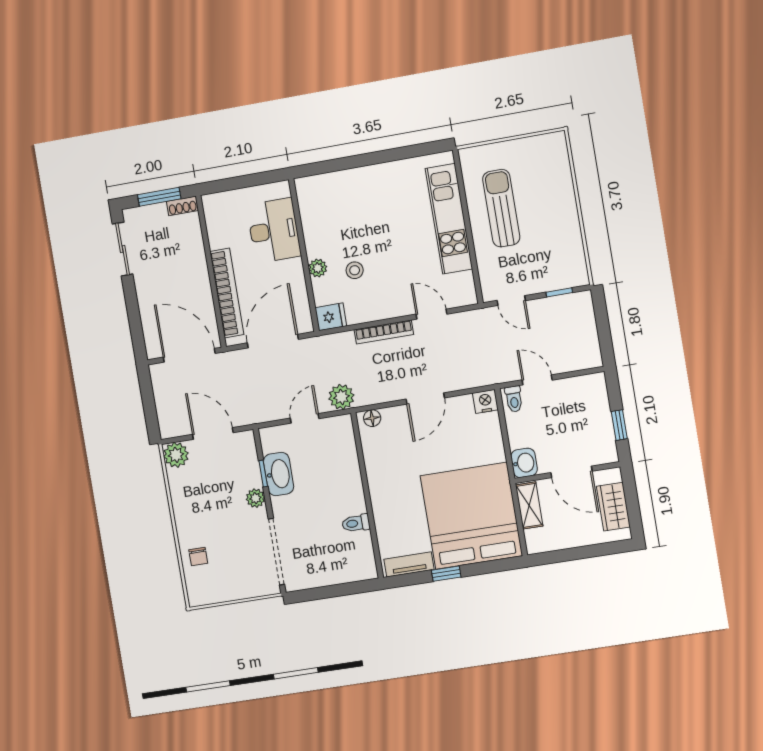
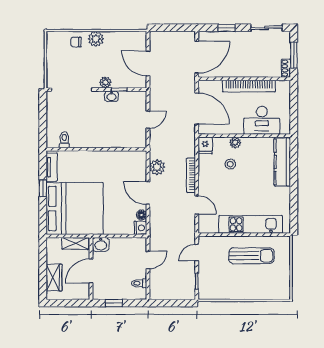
kitchen counter: (337, 184) -> (282, 162), added
bookcase: (227, 293) -> (249, 86), moved
window: (134, 314) -> (227, 28), added
door: (431, 314) -> (197, 205), hinge flipped
plant: (341, 397) -> (157, 167), moved
toilet: (514, 399) -> (139, 283), moved
door: (305, 418) -> (148, 120), hinge flipped
floor lamp: (372, 418) -> (141, 215), moved
door: (213, 434) -> (148, 63), swing flipped
plant: (176, 455) -> (96, 39), moved
washbasin: (279, 474) -> (111, 96), width x0.52, depth x0.69
wardrobe: (613, 507) -> (54, 278), moved, turned 90
toilet: (356, 523) -> (64, 140), moved

